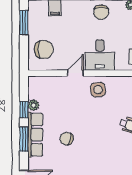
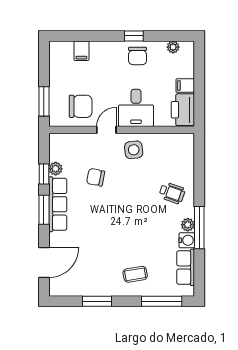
window: (24, 23) -> (44, 101), moved
chair: (44, 49) -> (81, 106), moved
chair: (67, 139) -> (96, 177), moved

